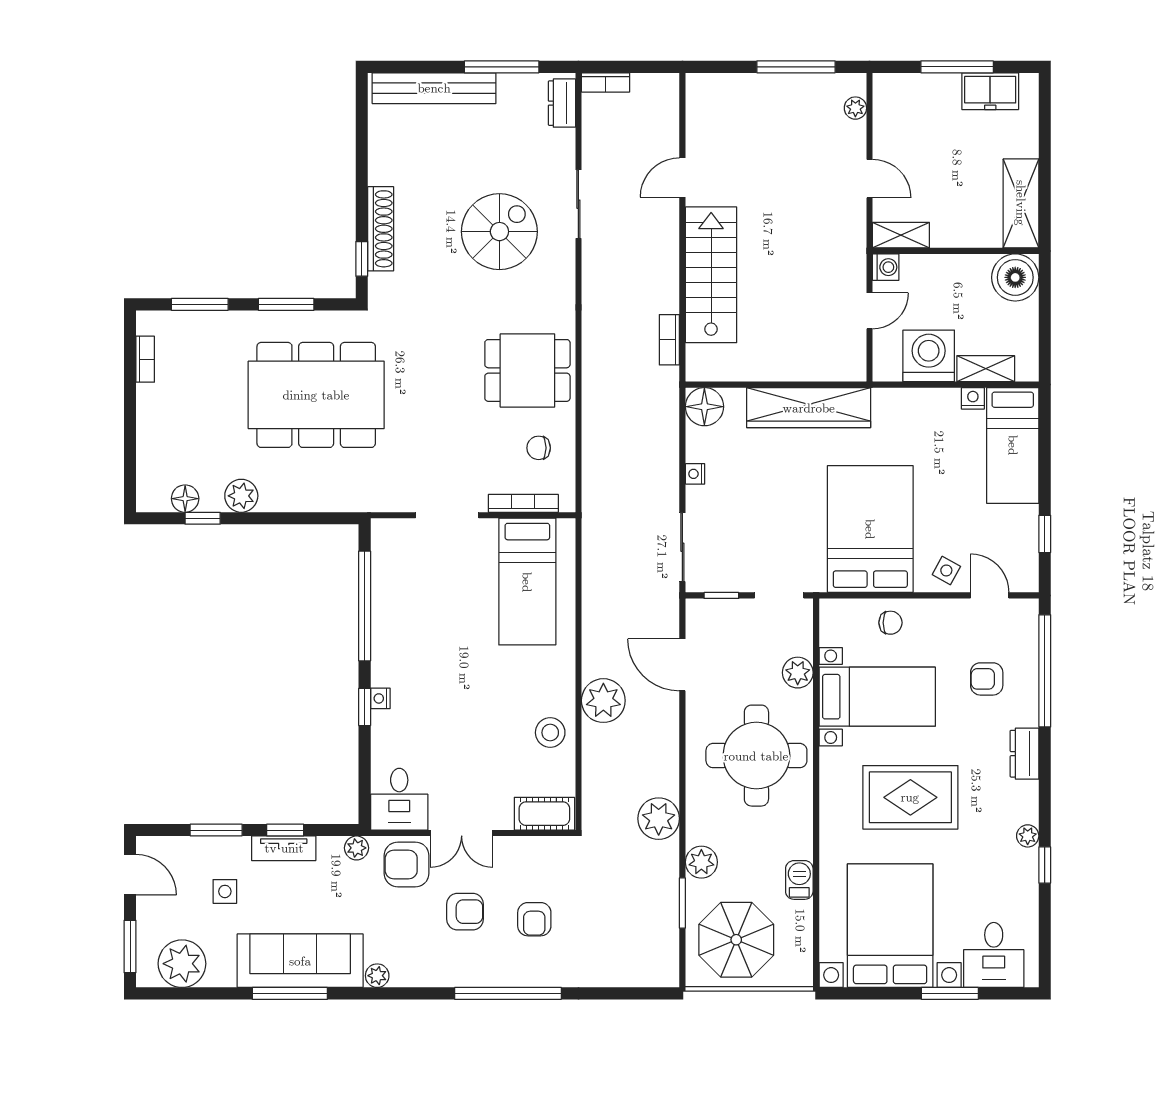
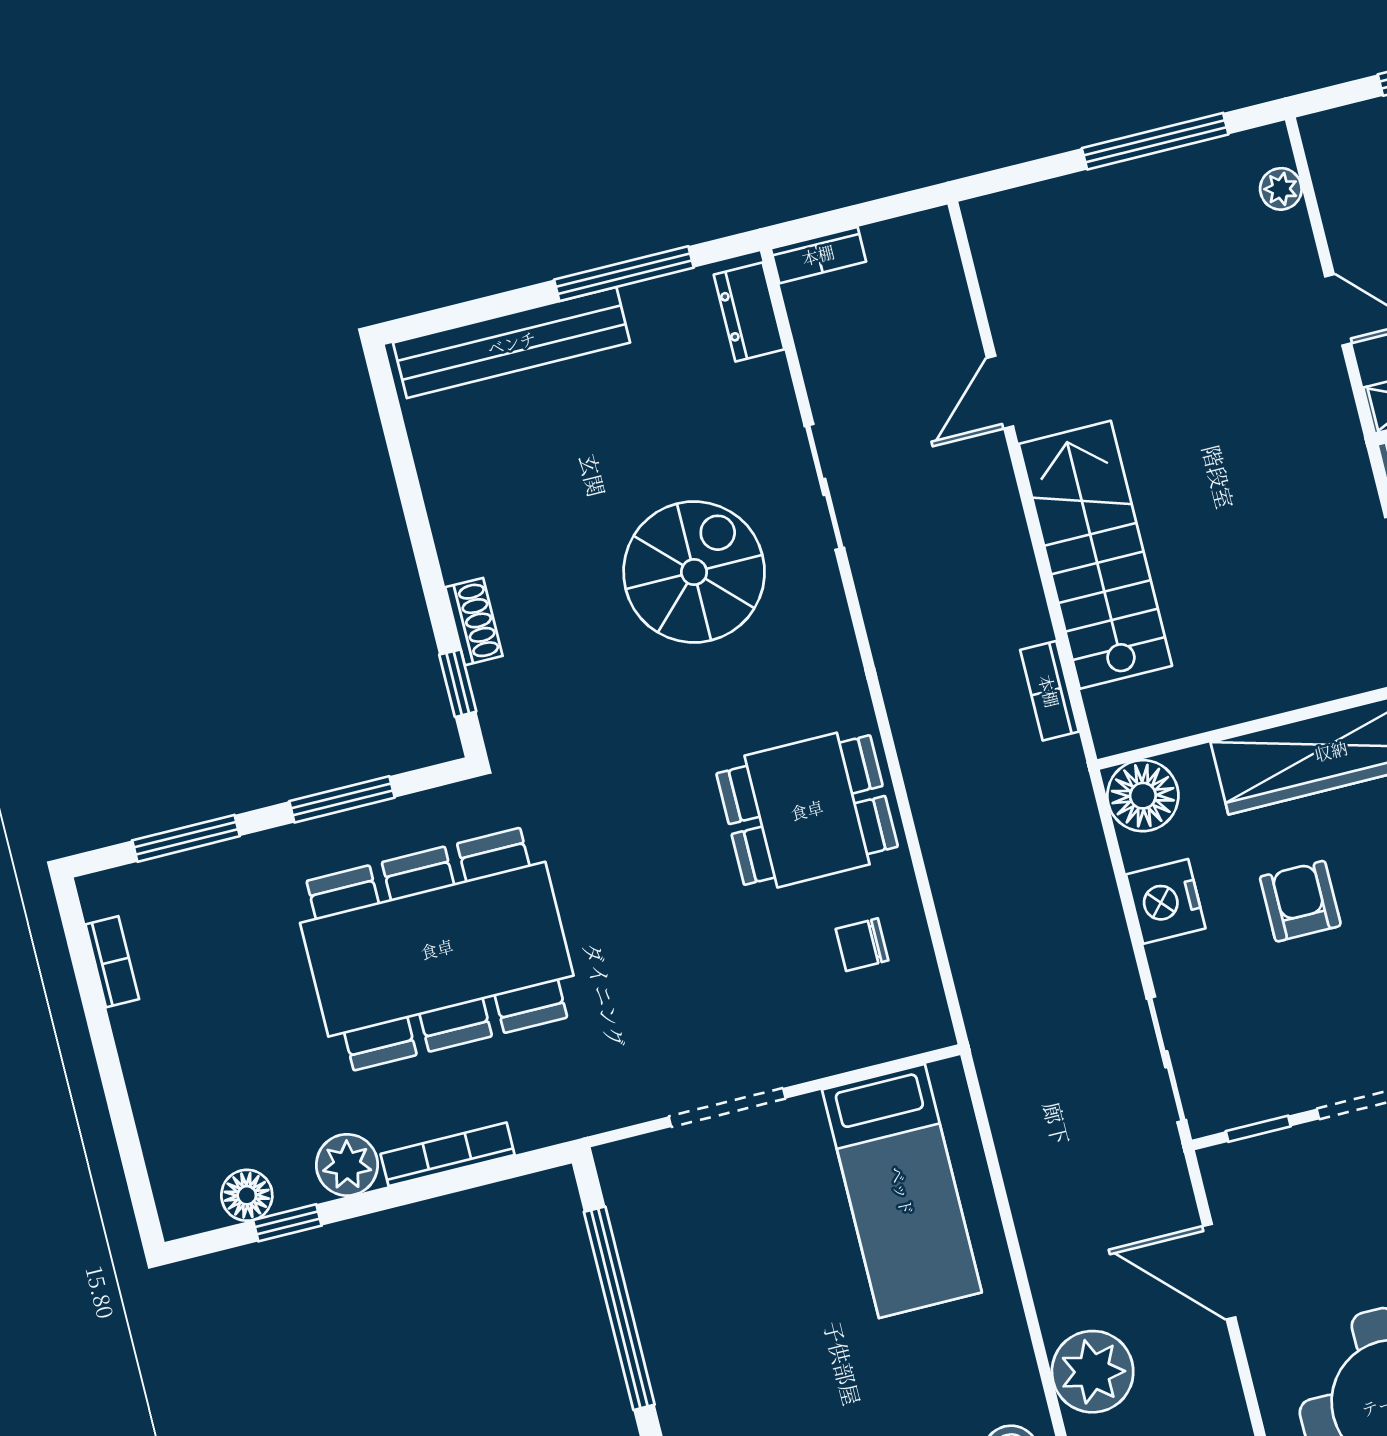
shoe rack: (381, 229) -> (474, 622), width x0.51, depth x0.81
nightstand: (695, 474) -> (1166, 901), width x1.89, depth x1.79
armchair: (773, 482) -> (1300, 901), added
bookcase: (523, 503) -> (448, 1154), moved

